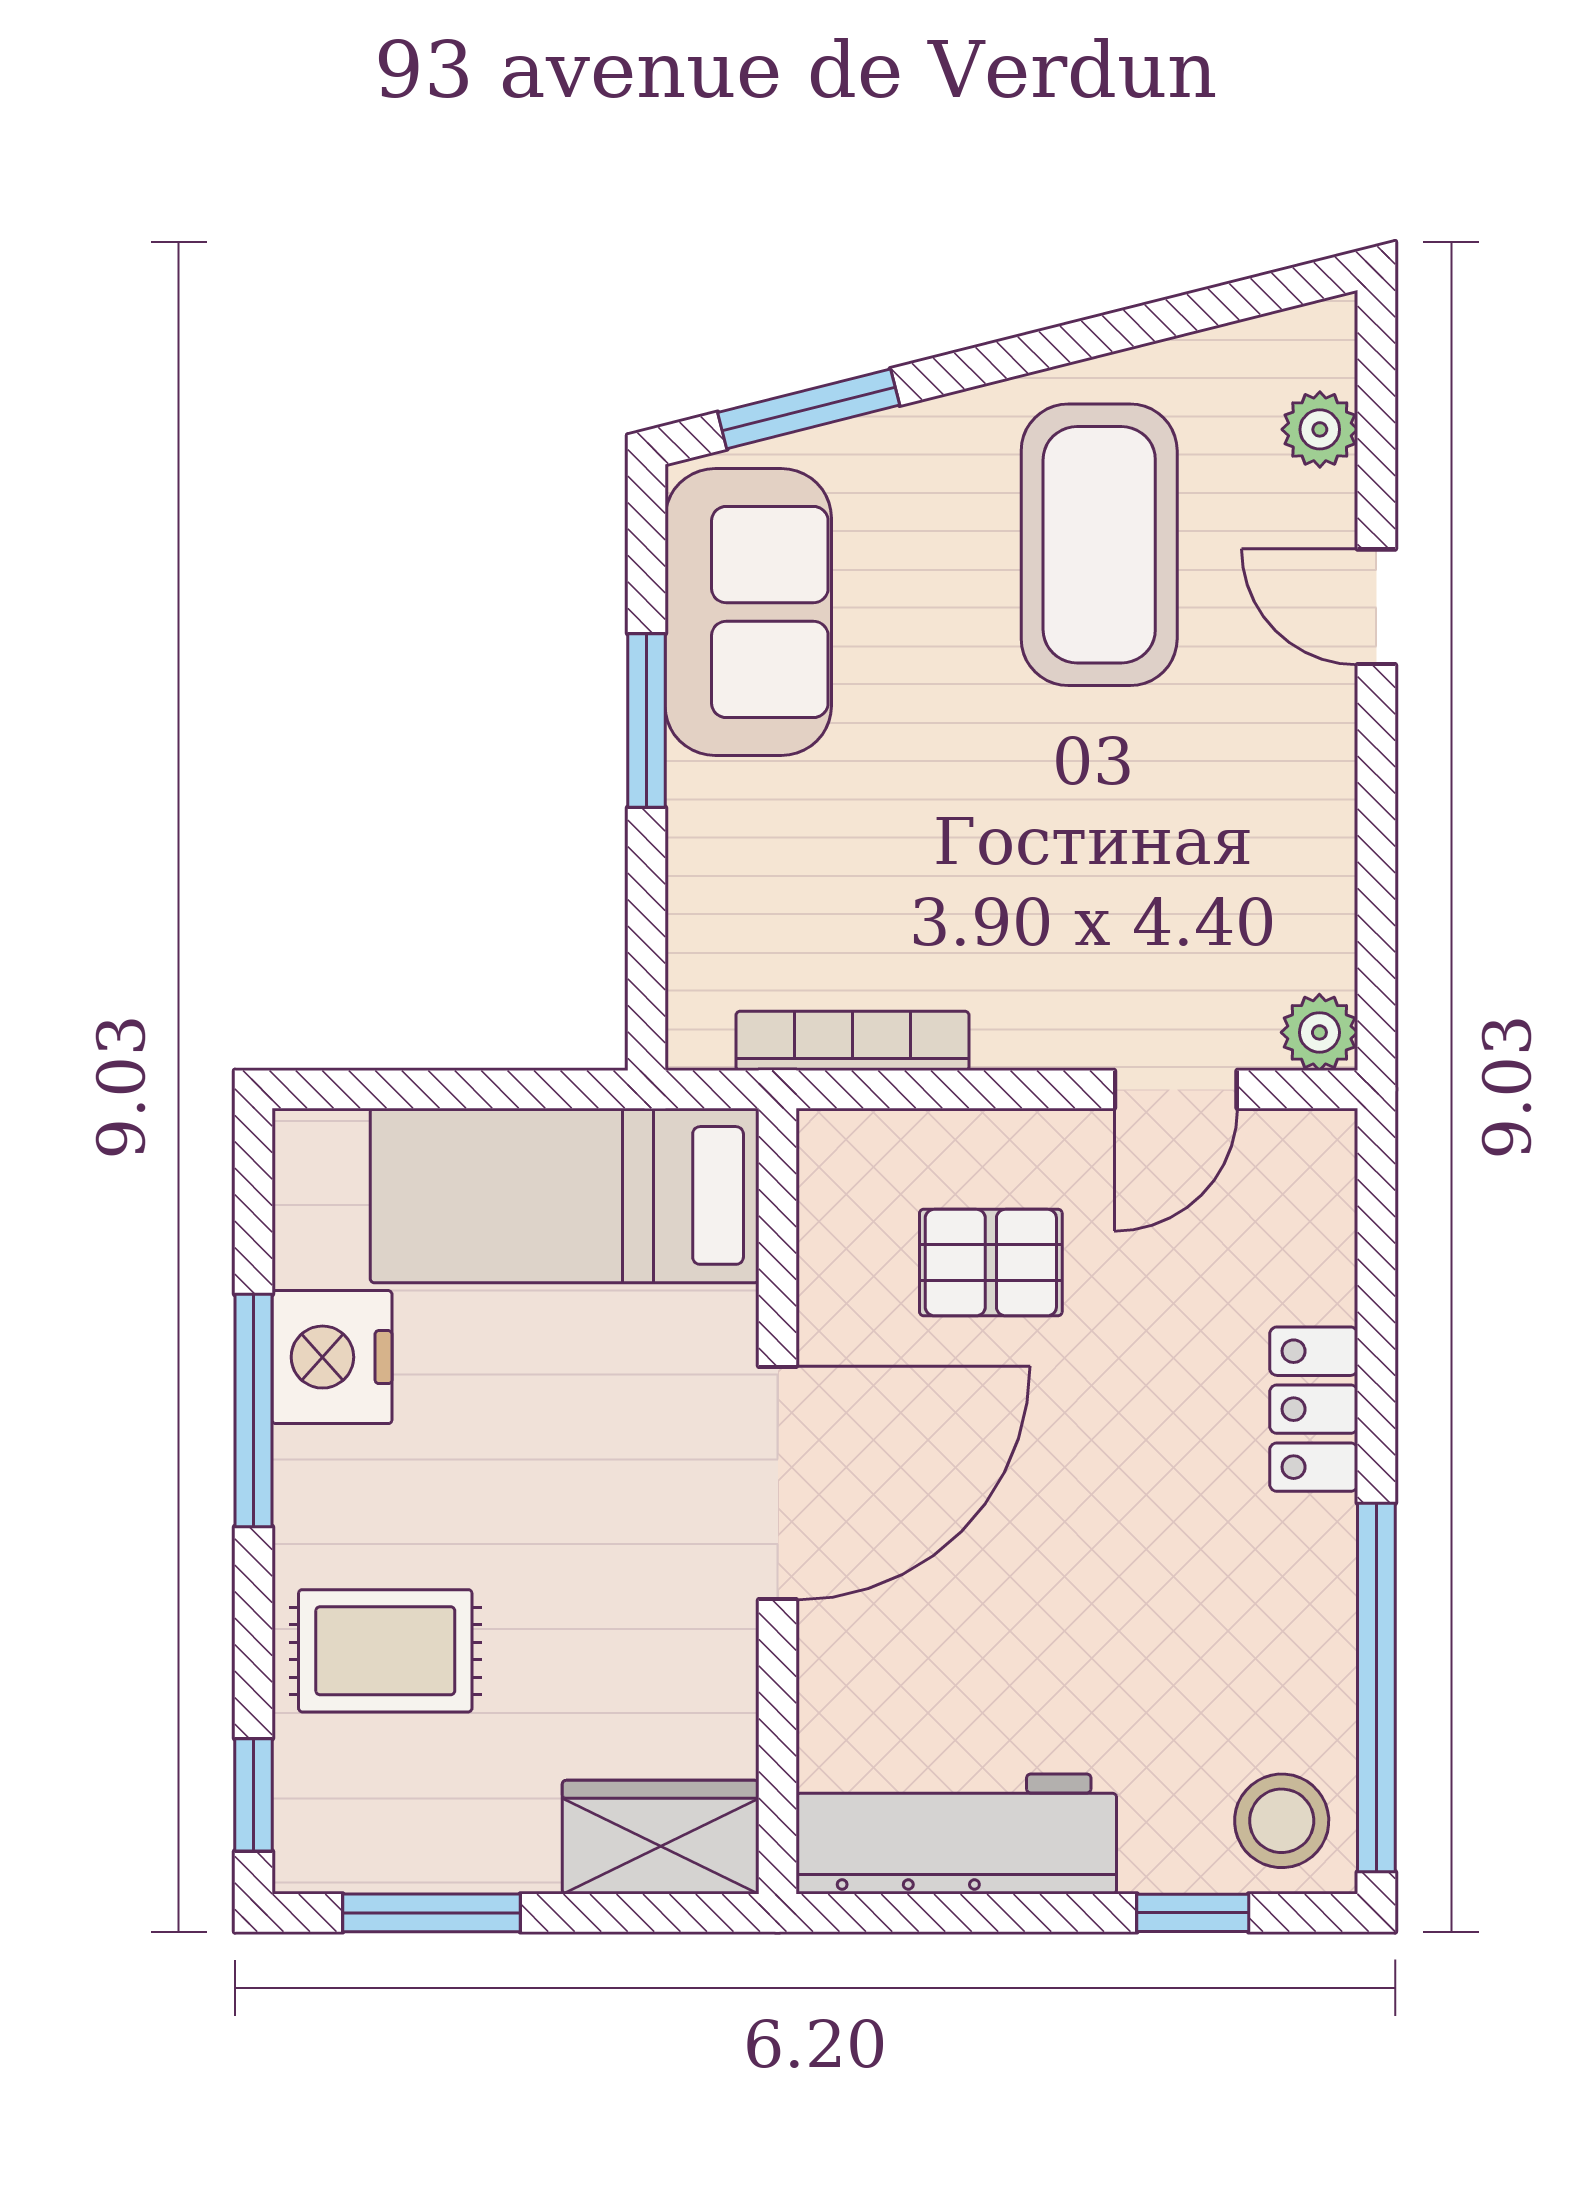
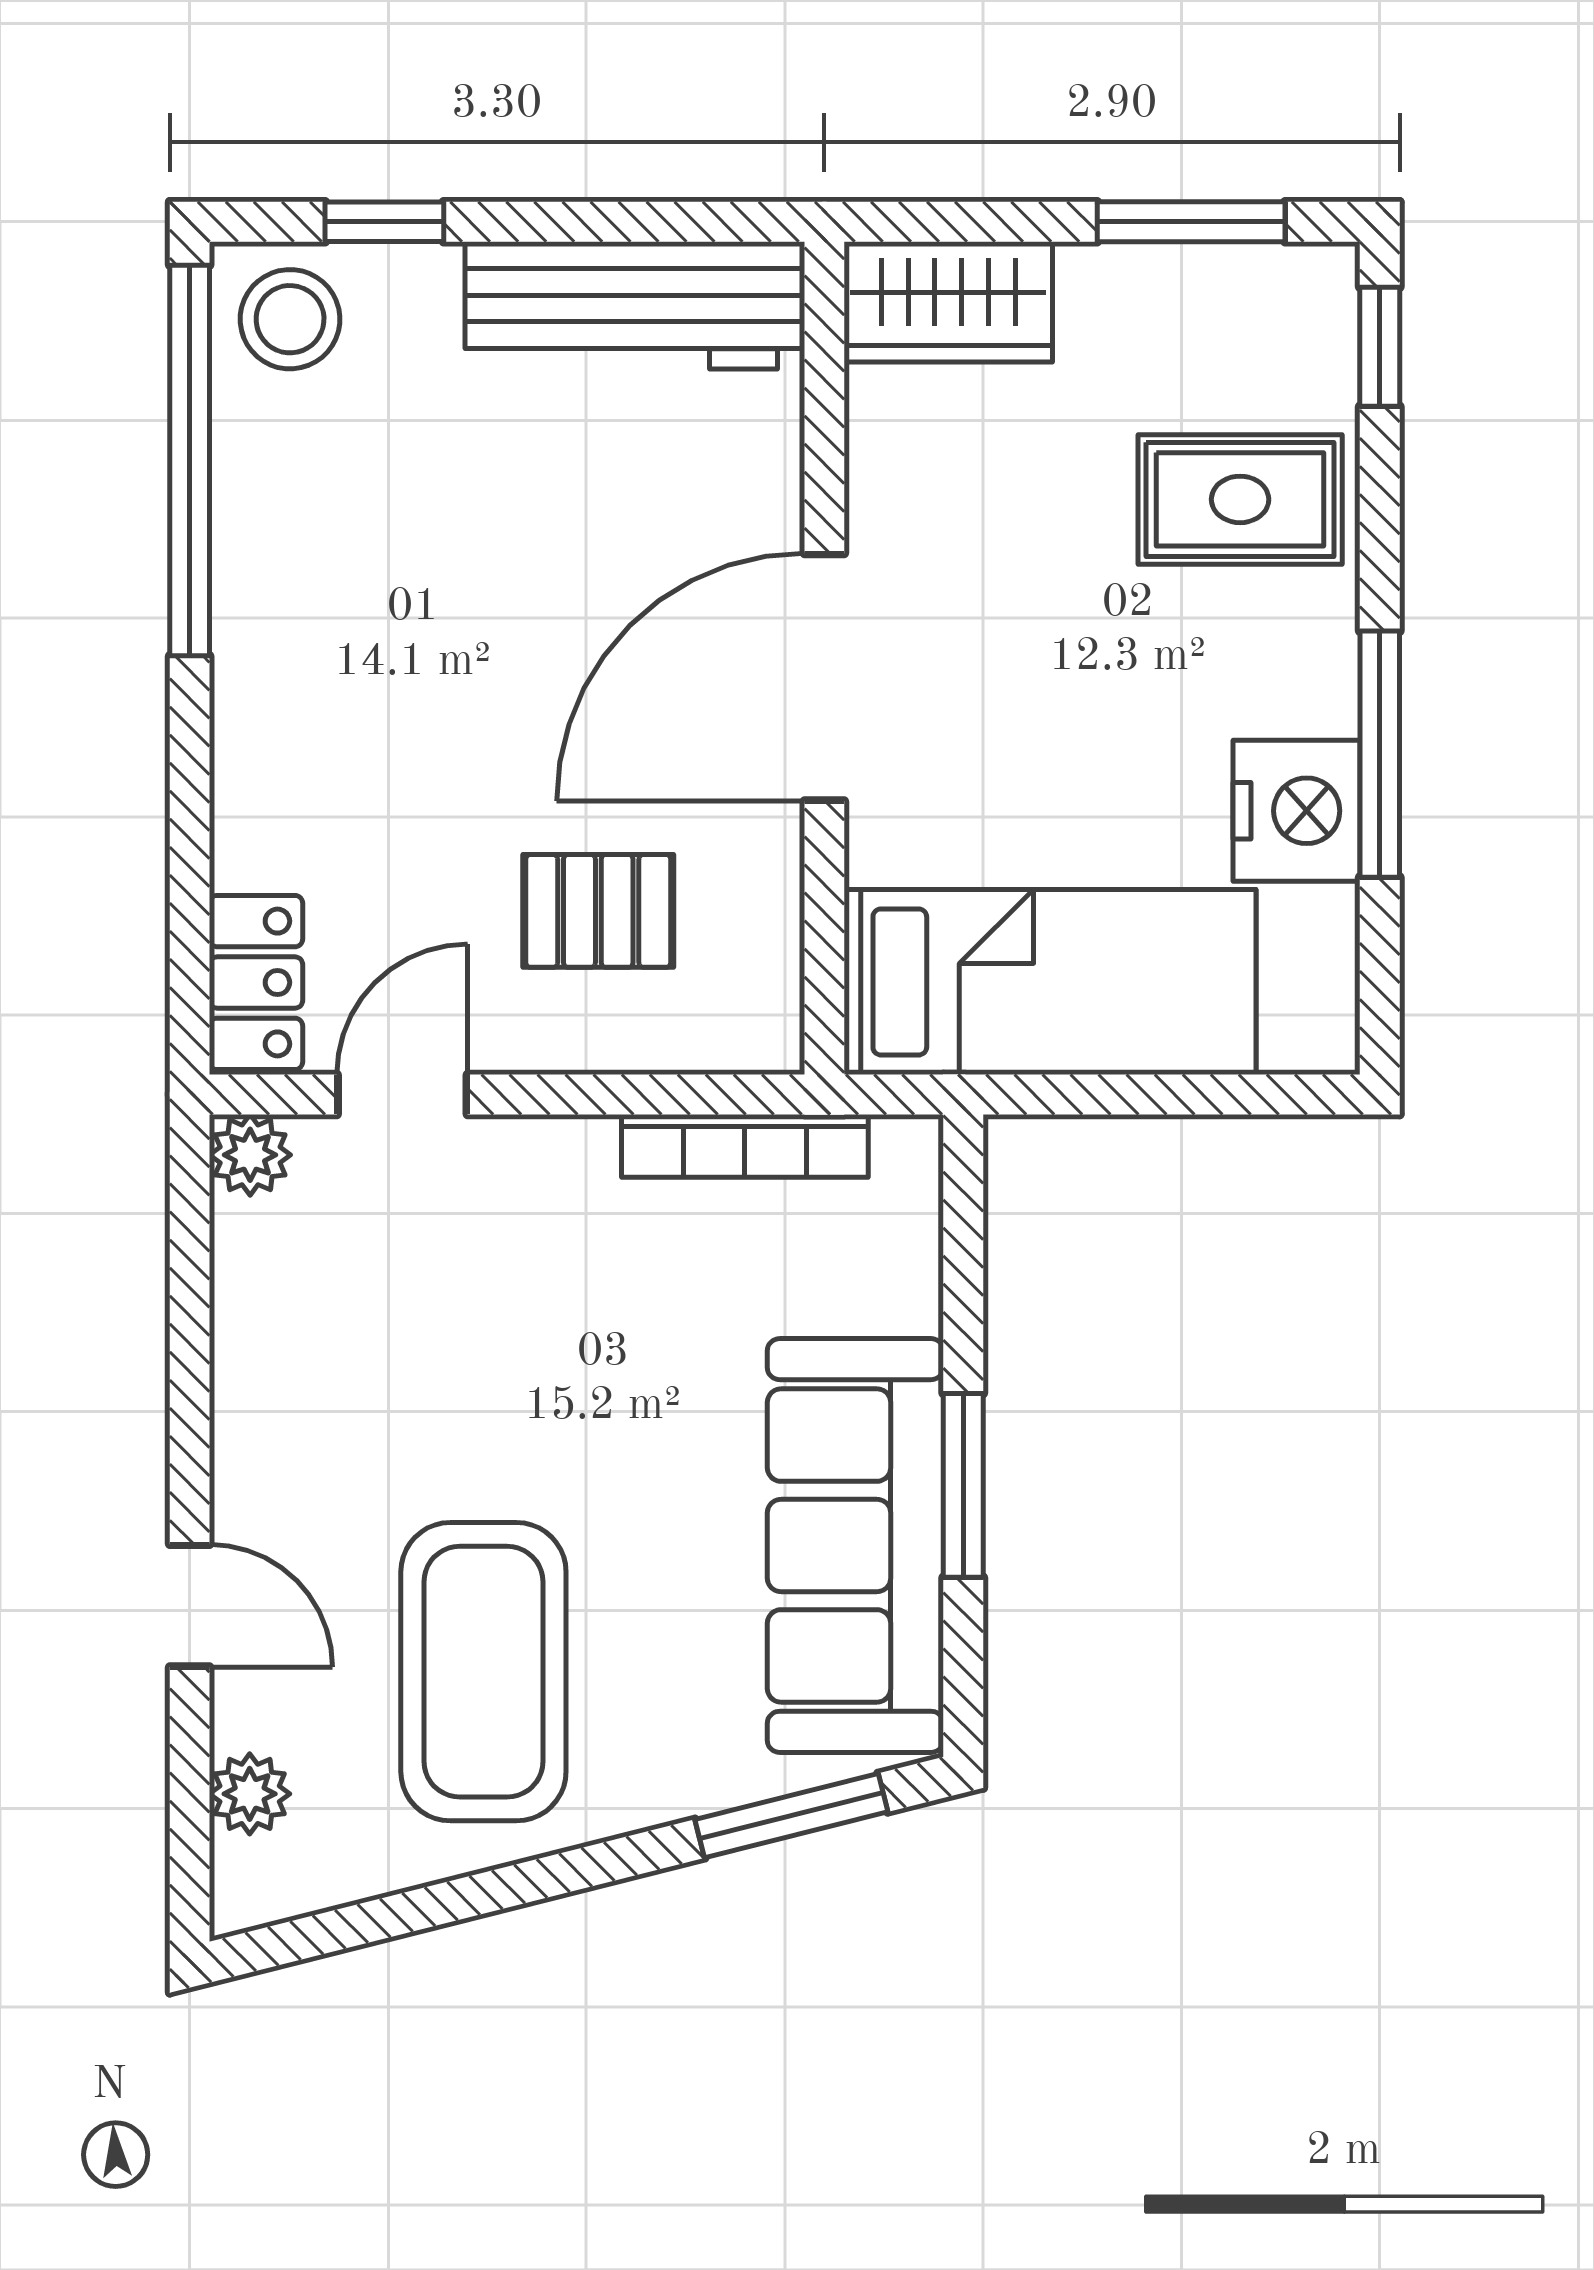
sofa: (748, 612) -> (855, 1545), width x1.36
locker: (1314, 1409) -> (256, 982), moved

